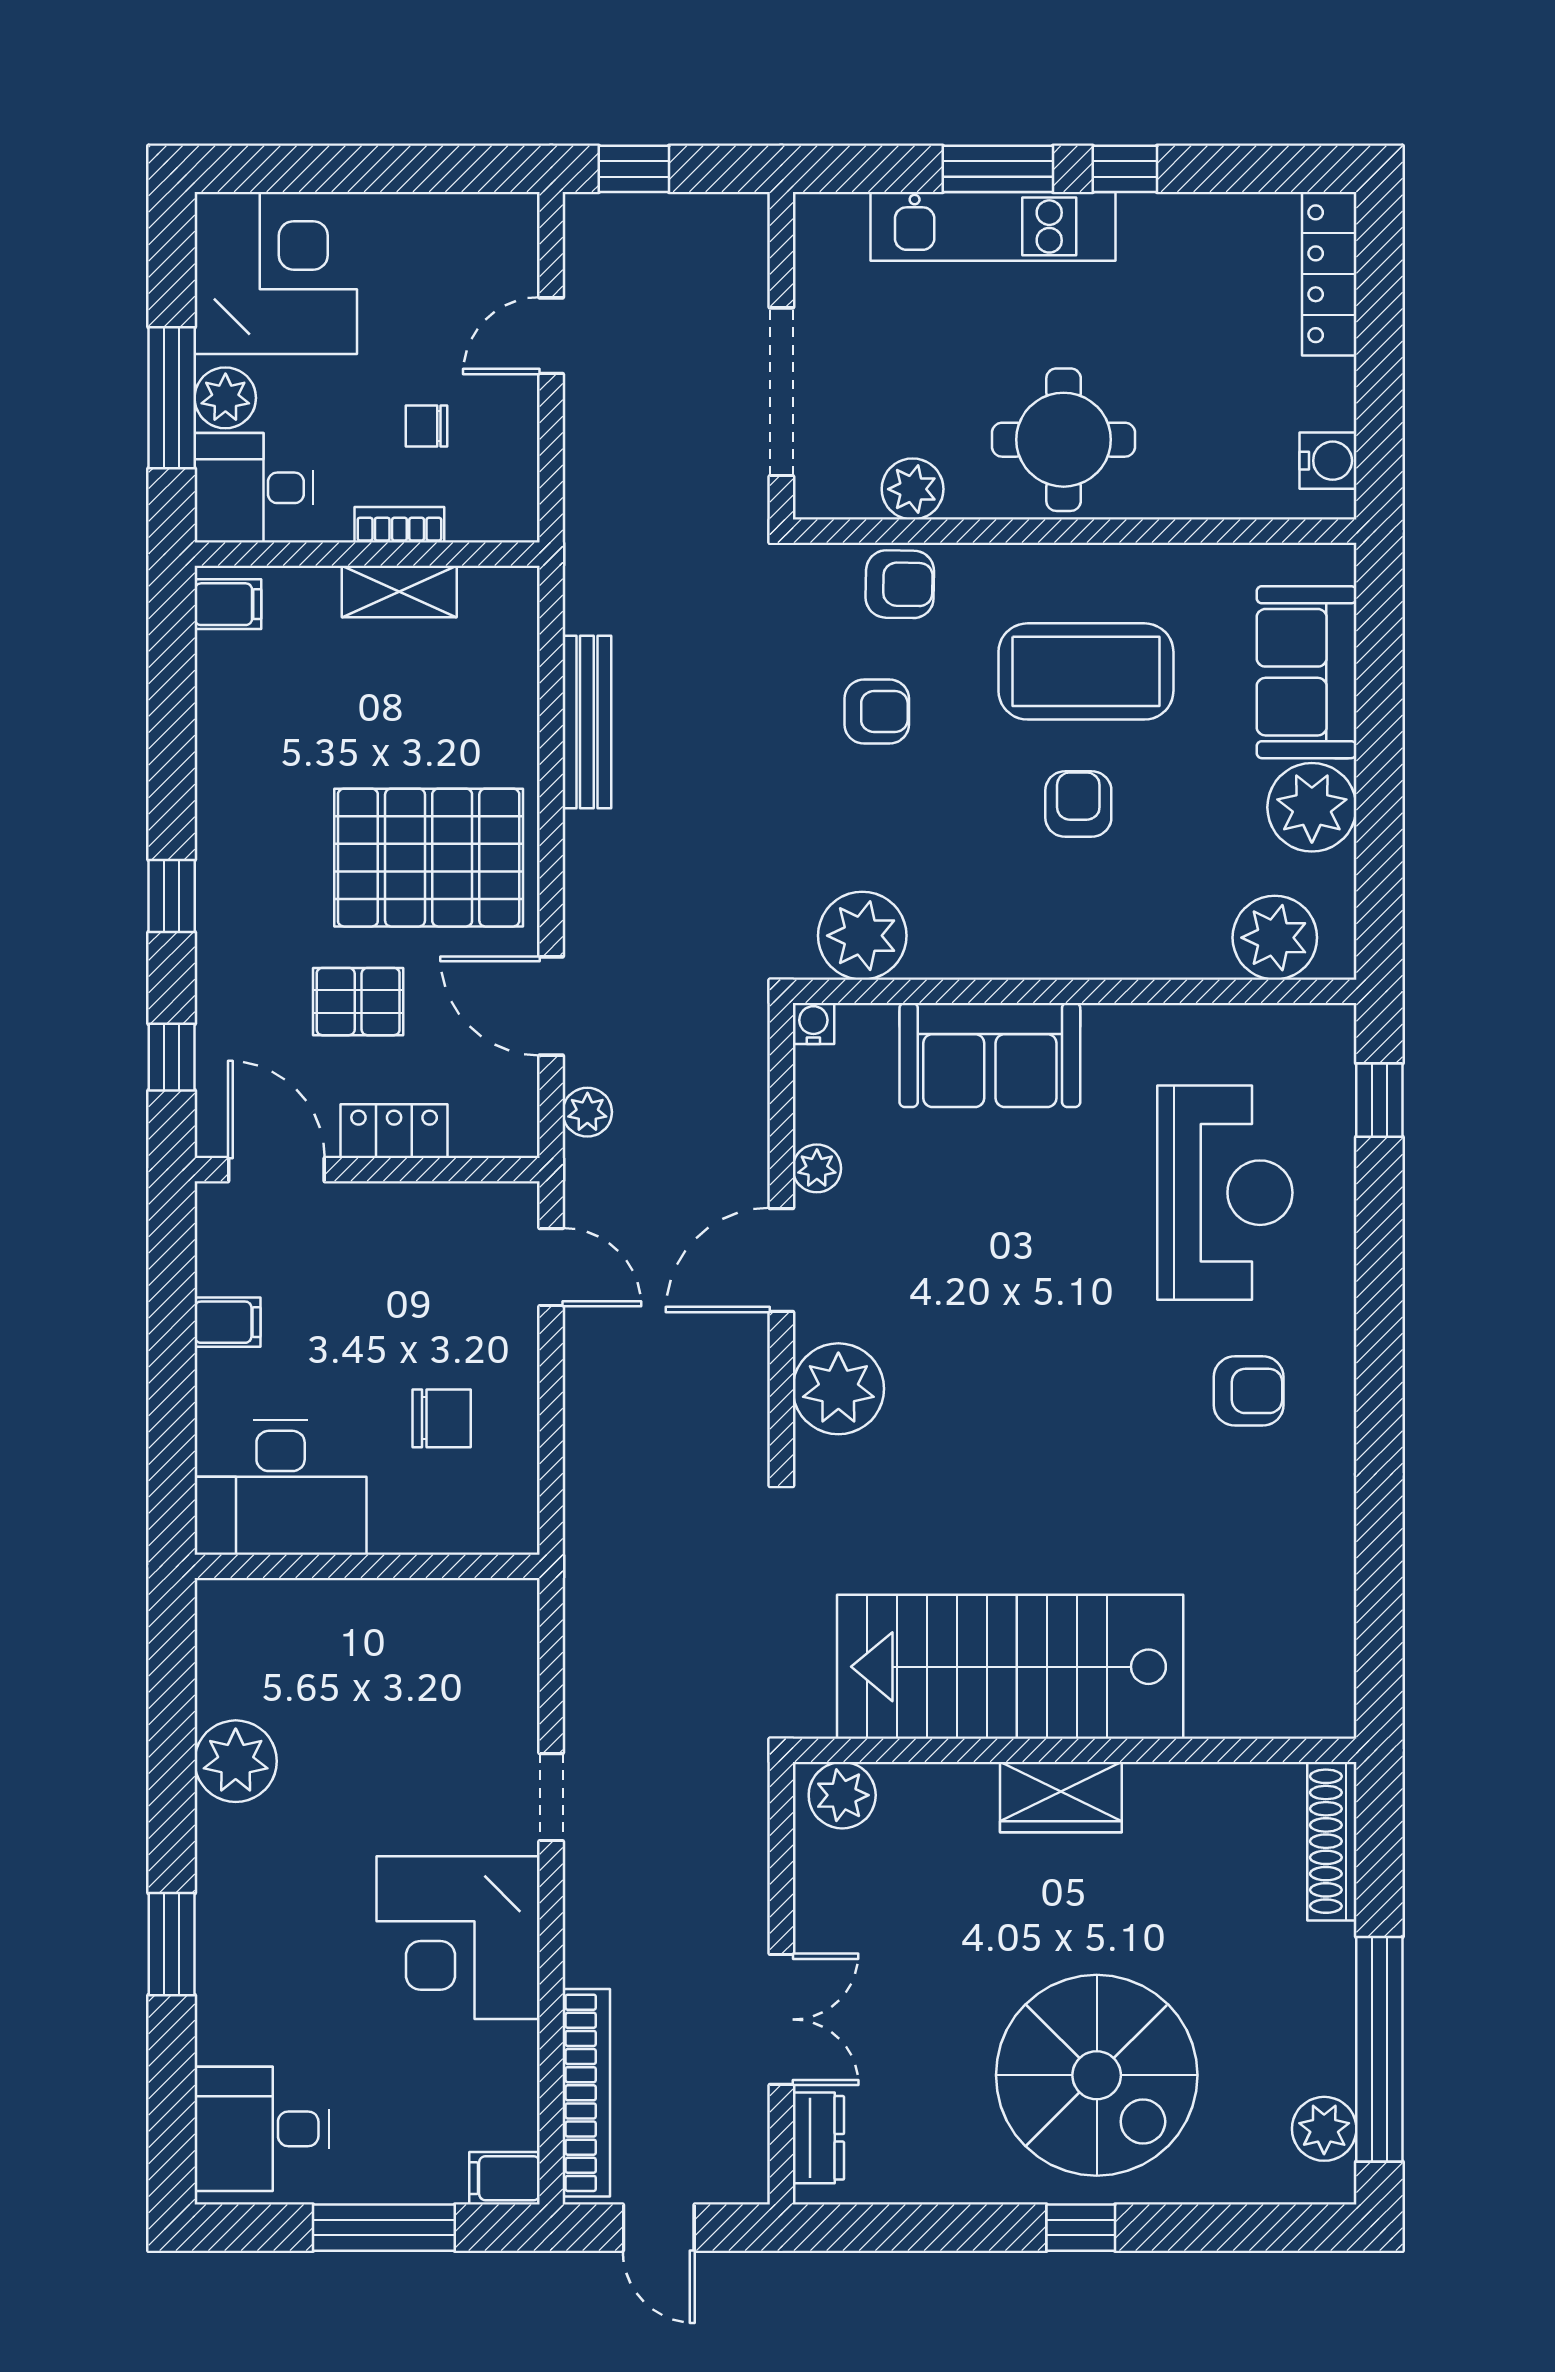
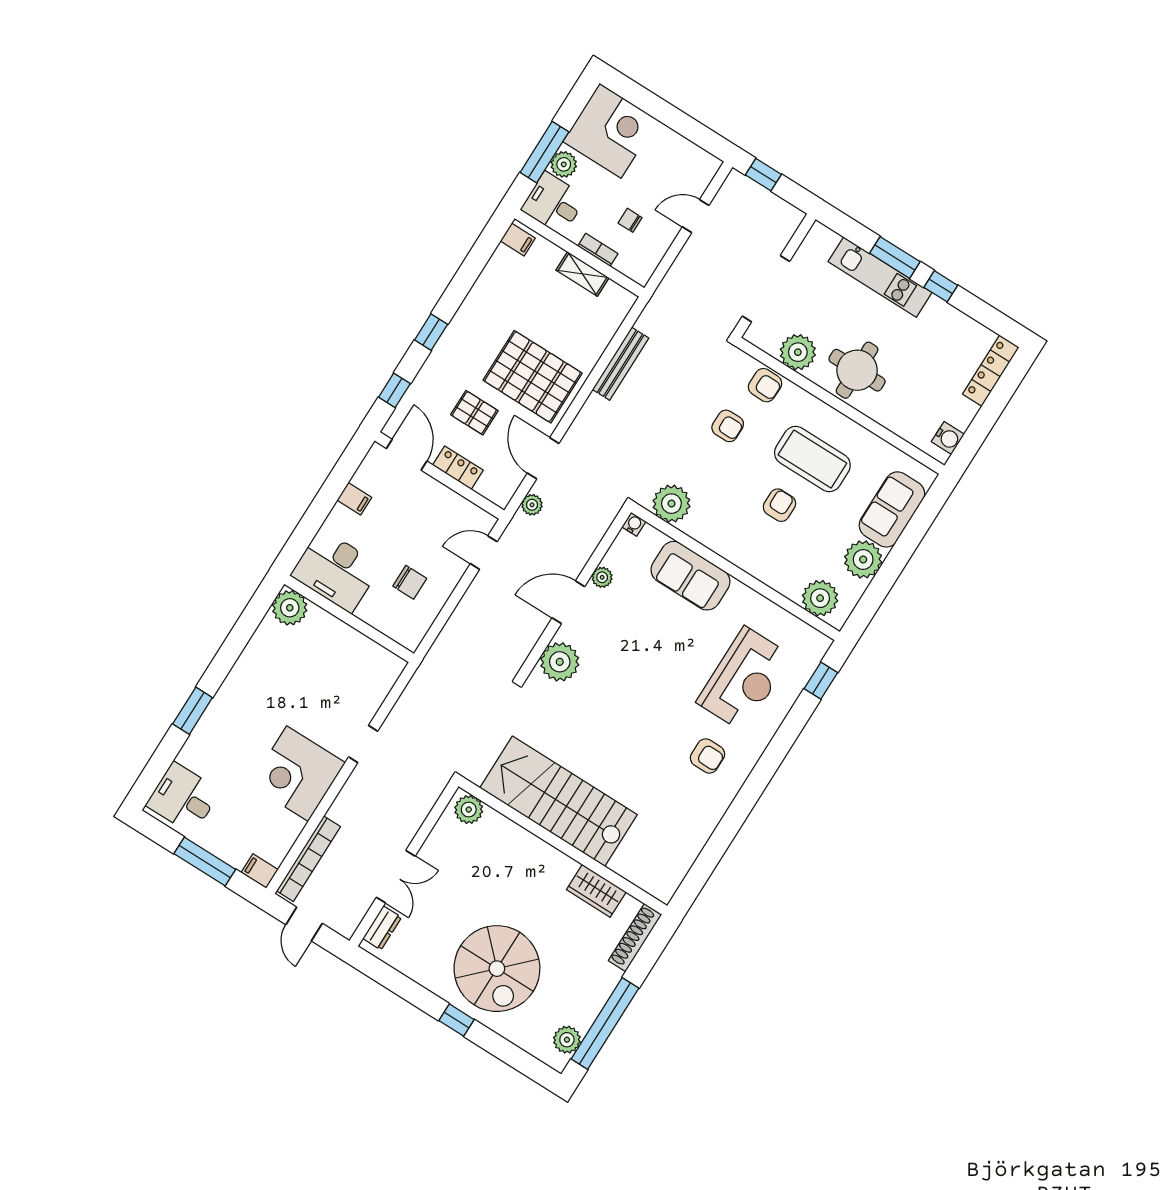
plant: (913, 489) -> (798, 352), width x1.36, depth x1.36
door: (551, 1267) -> (484, 553), swing flipped
plant: (236, 1761) -> (290, 608), moved
wardrobe: (1061, 1797) -> (596, 891), moved

